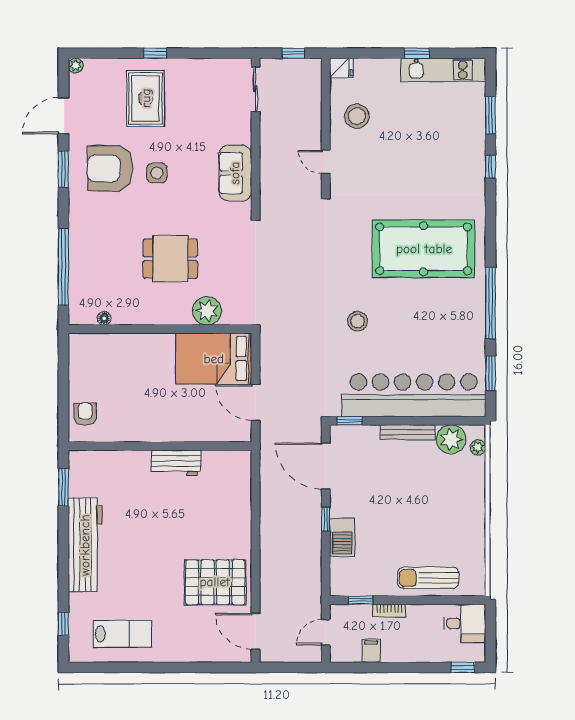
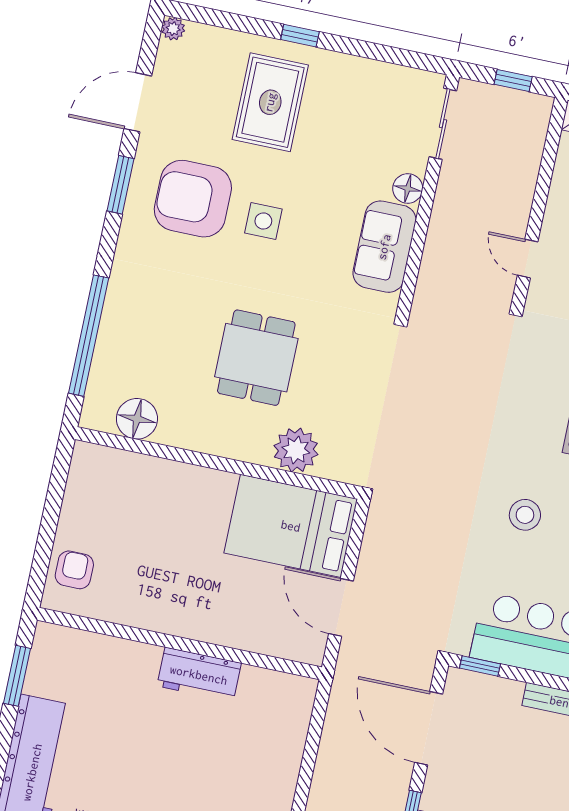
floor lamp: (242, 134) -> (408, 188), added
dining table: (170, 259) -> (256, 358), turned 90
floor lamp: (104, 318) -> (137, 419), width x1.89, depth x1.89

